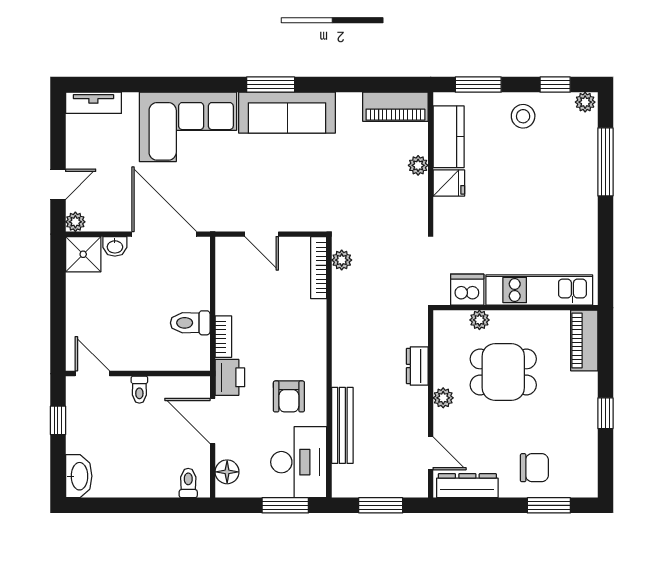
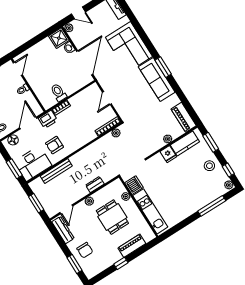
piano: (584, 340) -> (132, 246), moved

